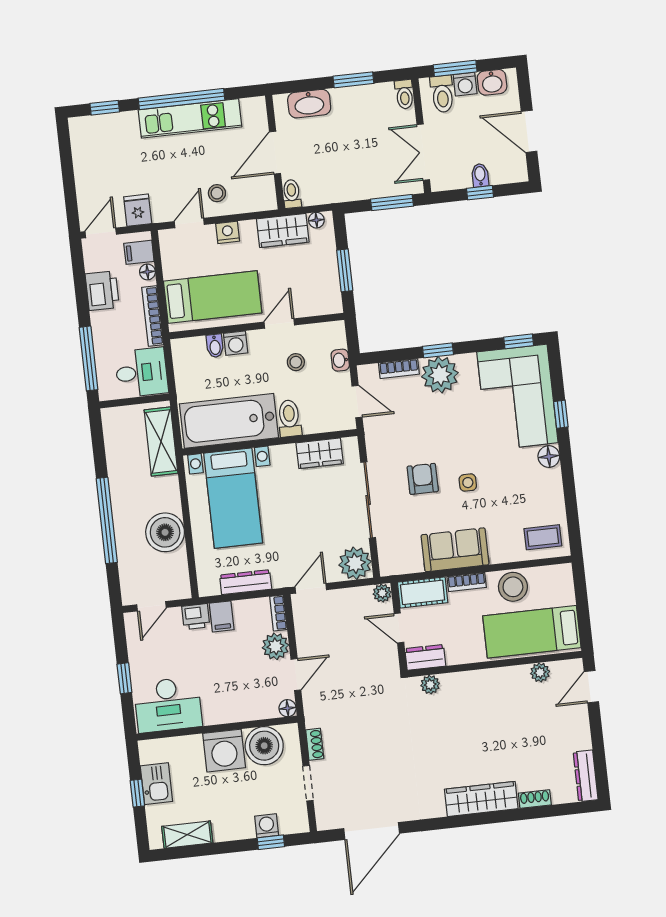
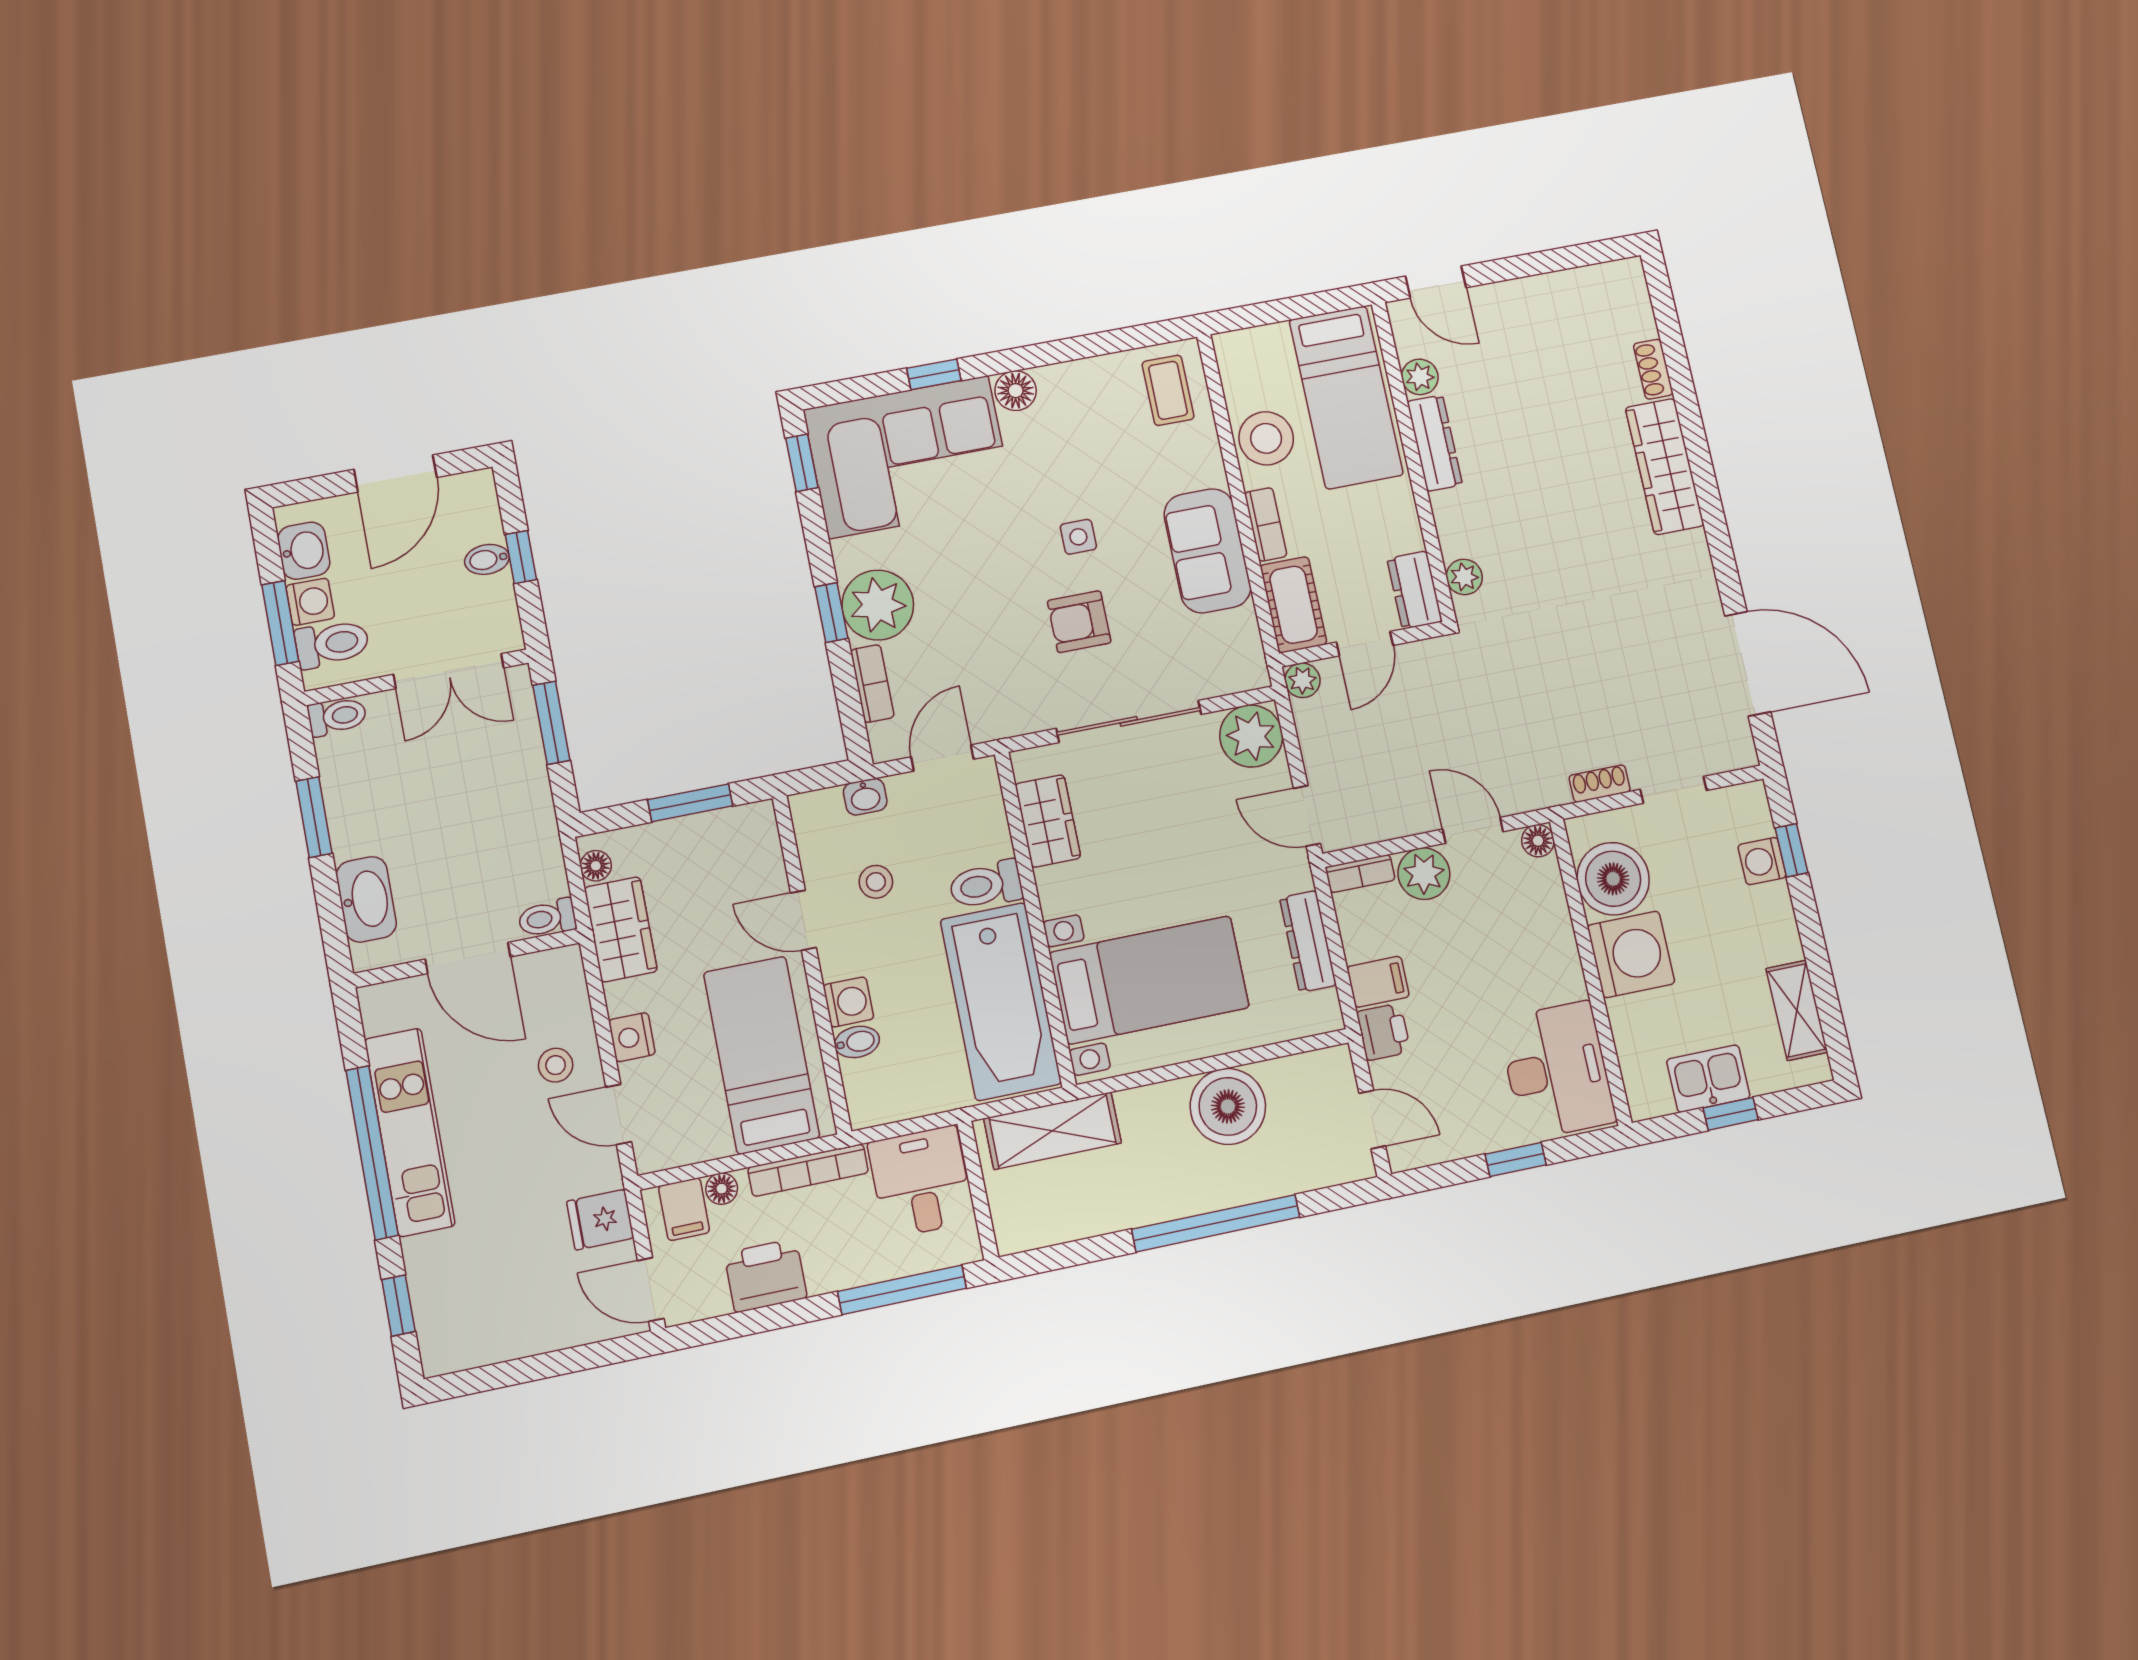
dresser: (586, 776) -> (1435, 443), moved, turned -90

